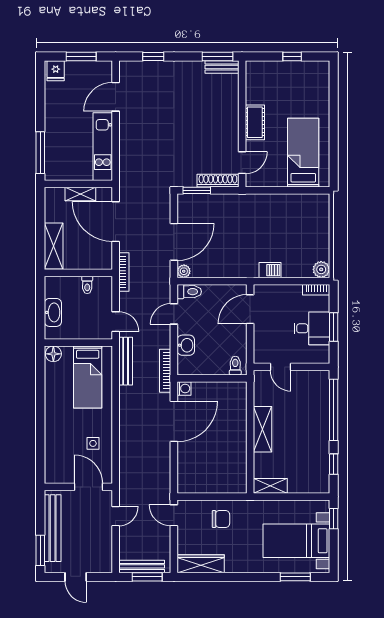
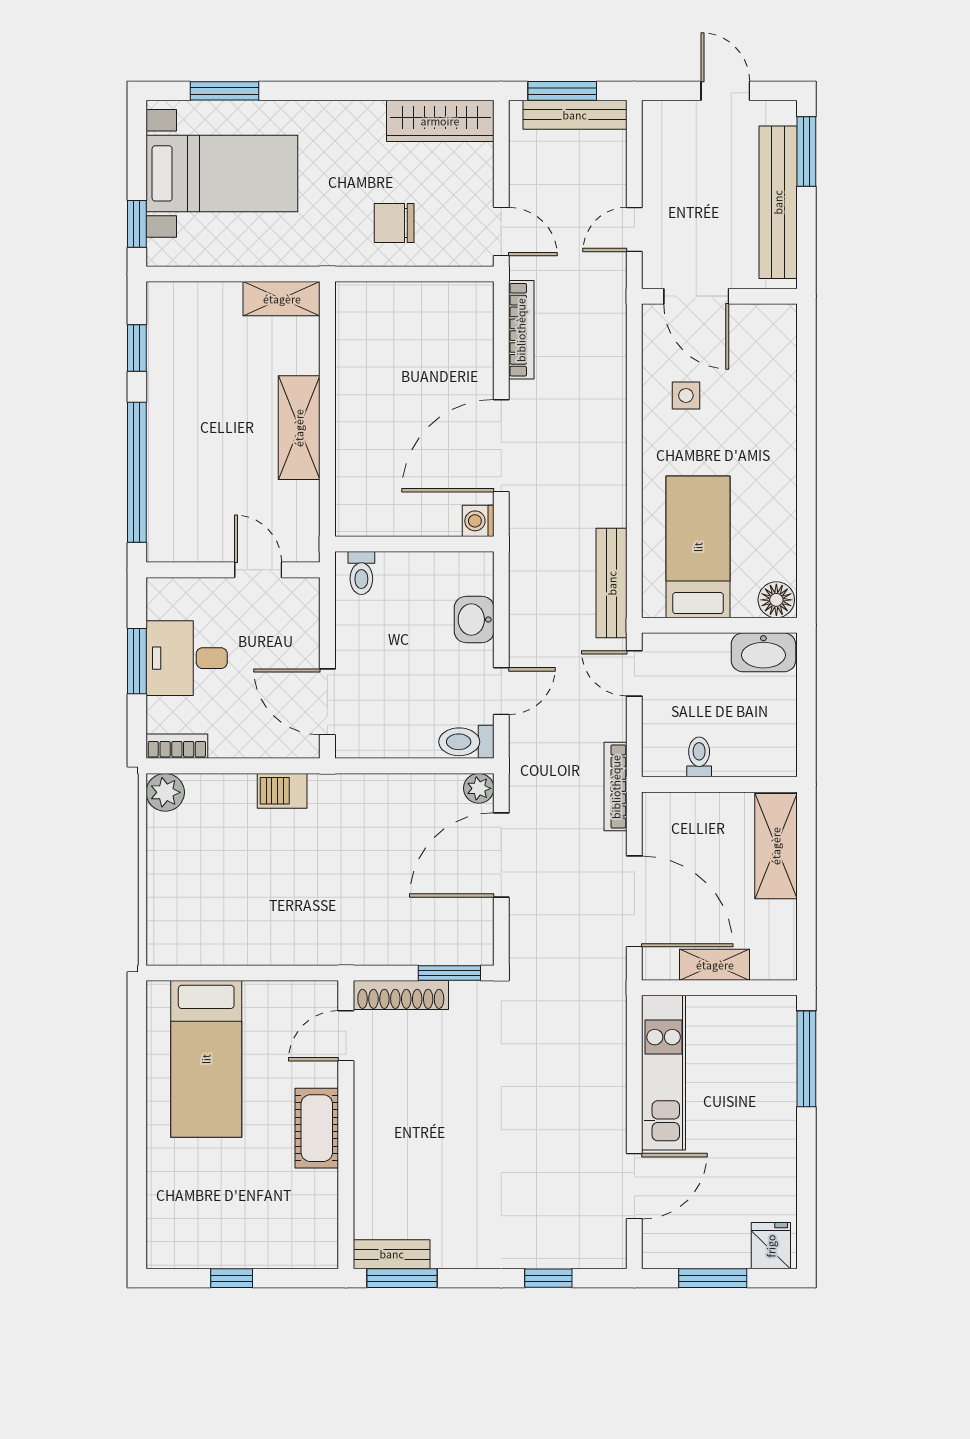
door: (250, 309) -> (327, 702), swing flipped
washbasin: (53, 312) -> (763, 652), moved, turned -90
bookcase: (165, 371) -> (521, 330), moved

